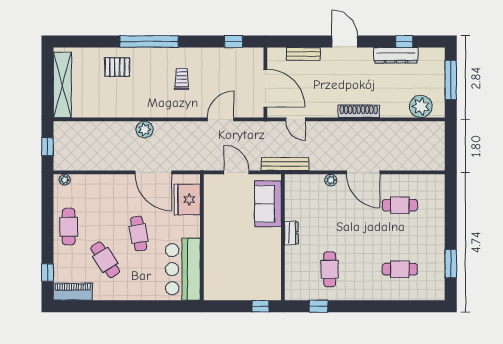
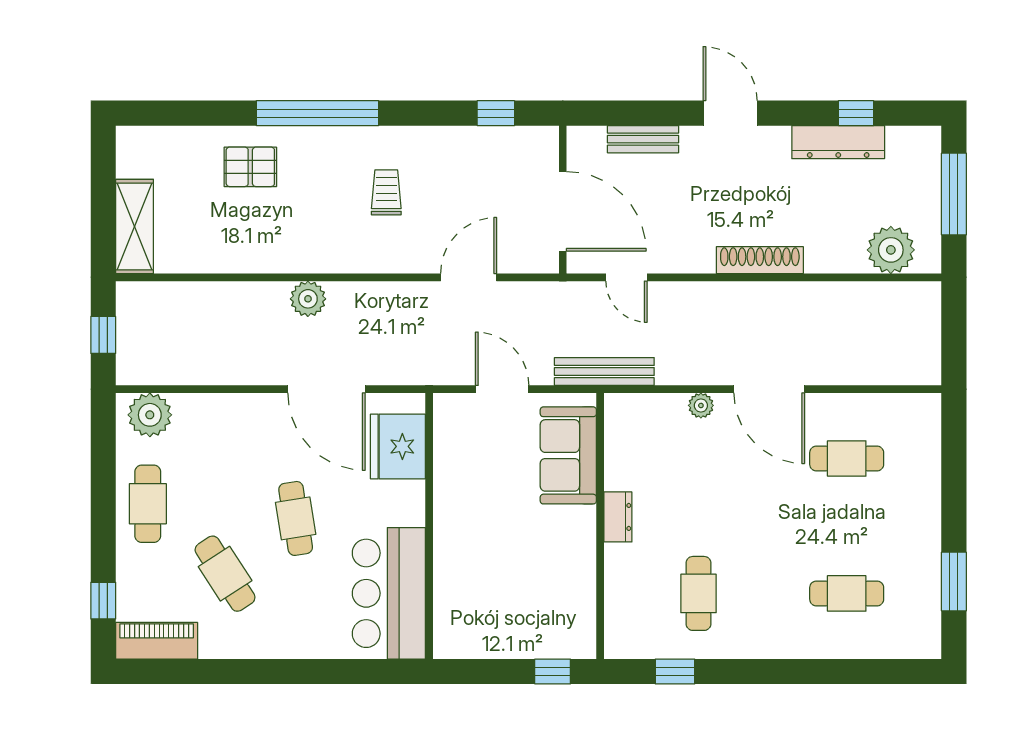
shelving: (62, 85) -> (135, 226), width x0.68
plant: (65, 180) -> (150, 415), width x1.88, depth x1.88

